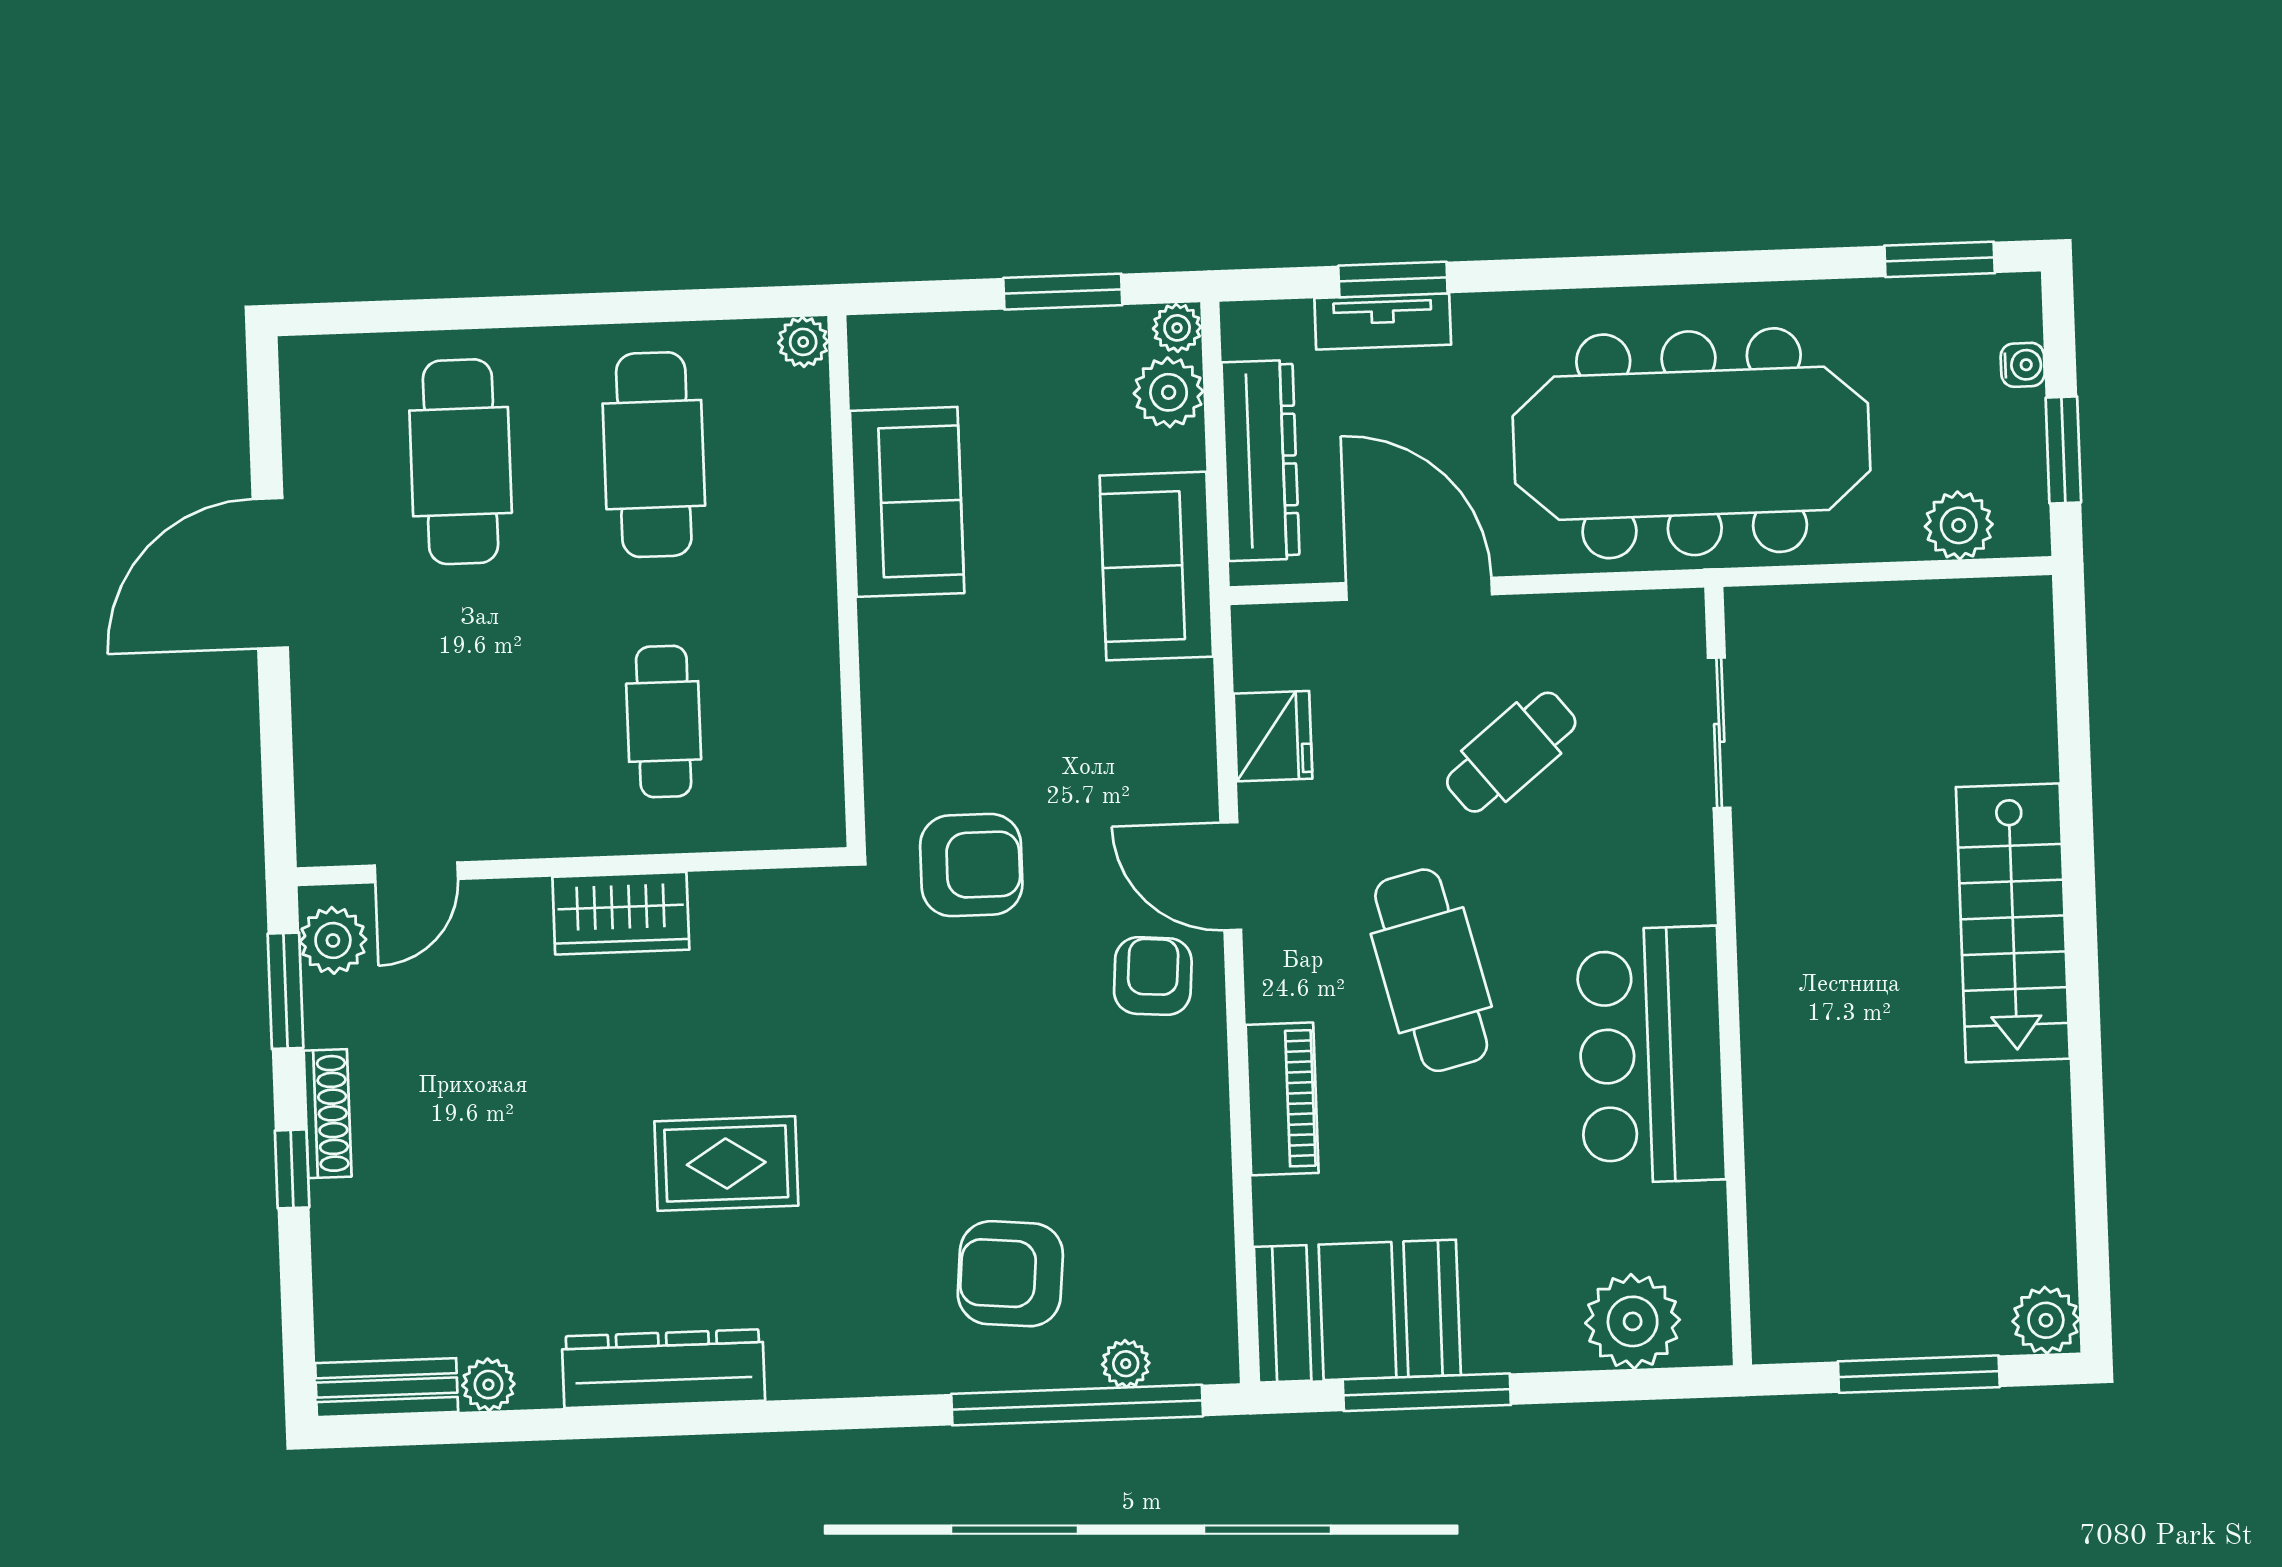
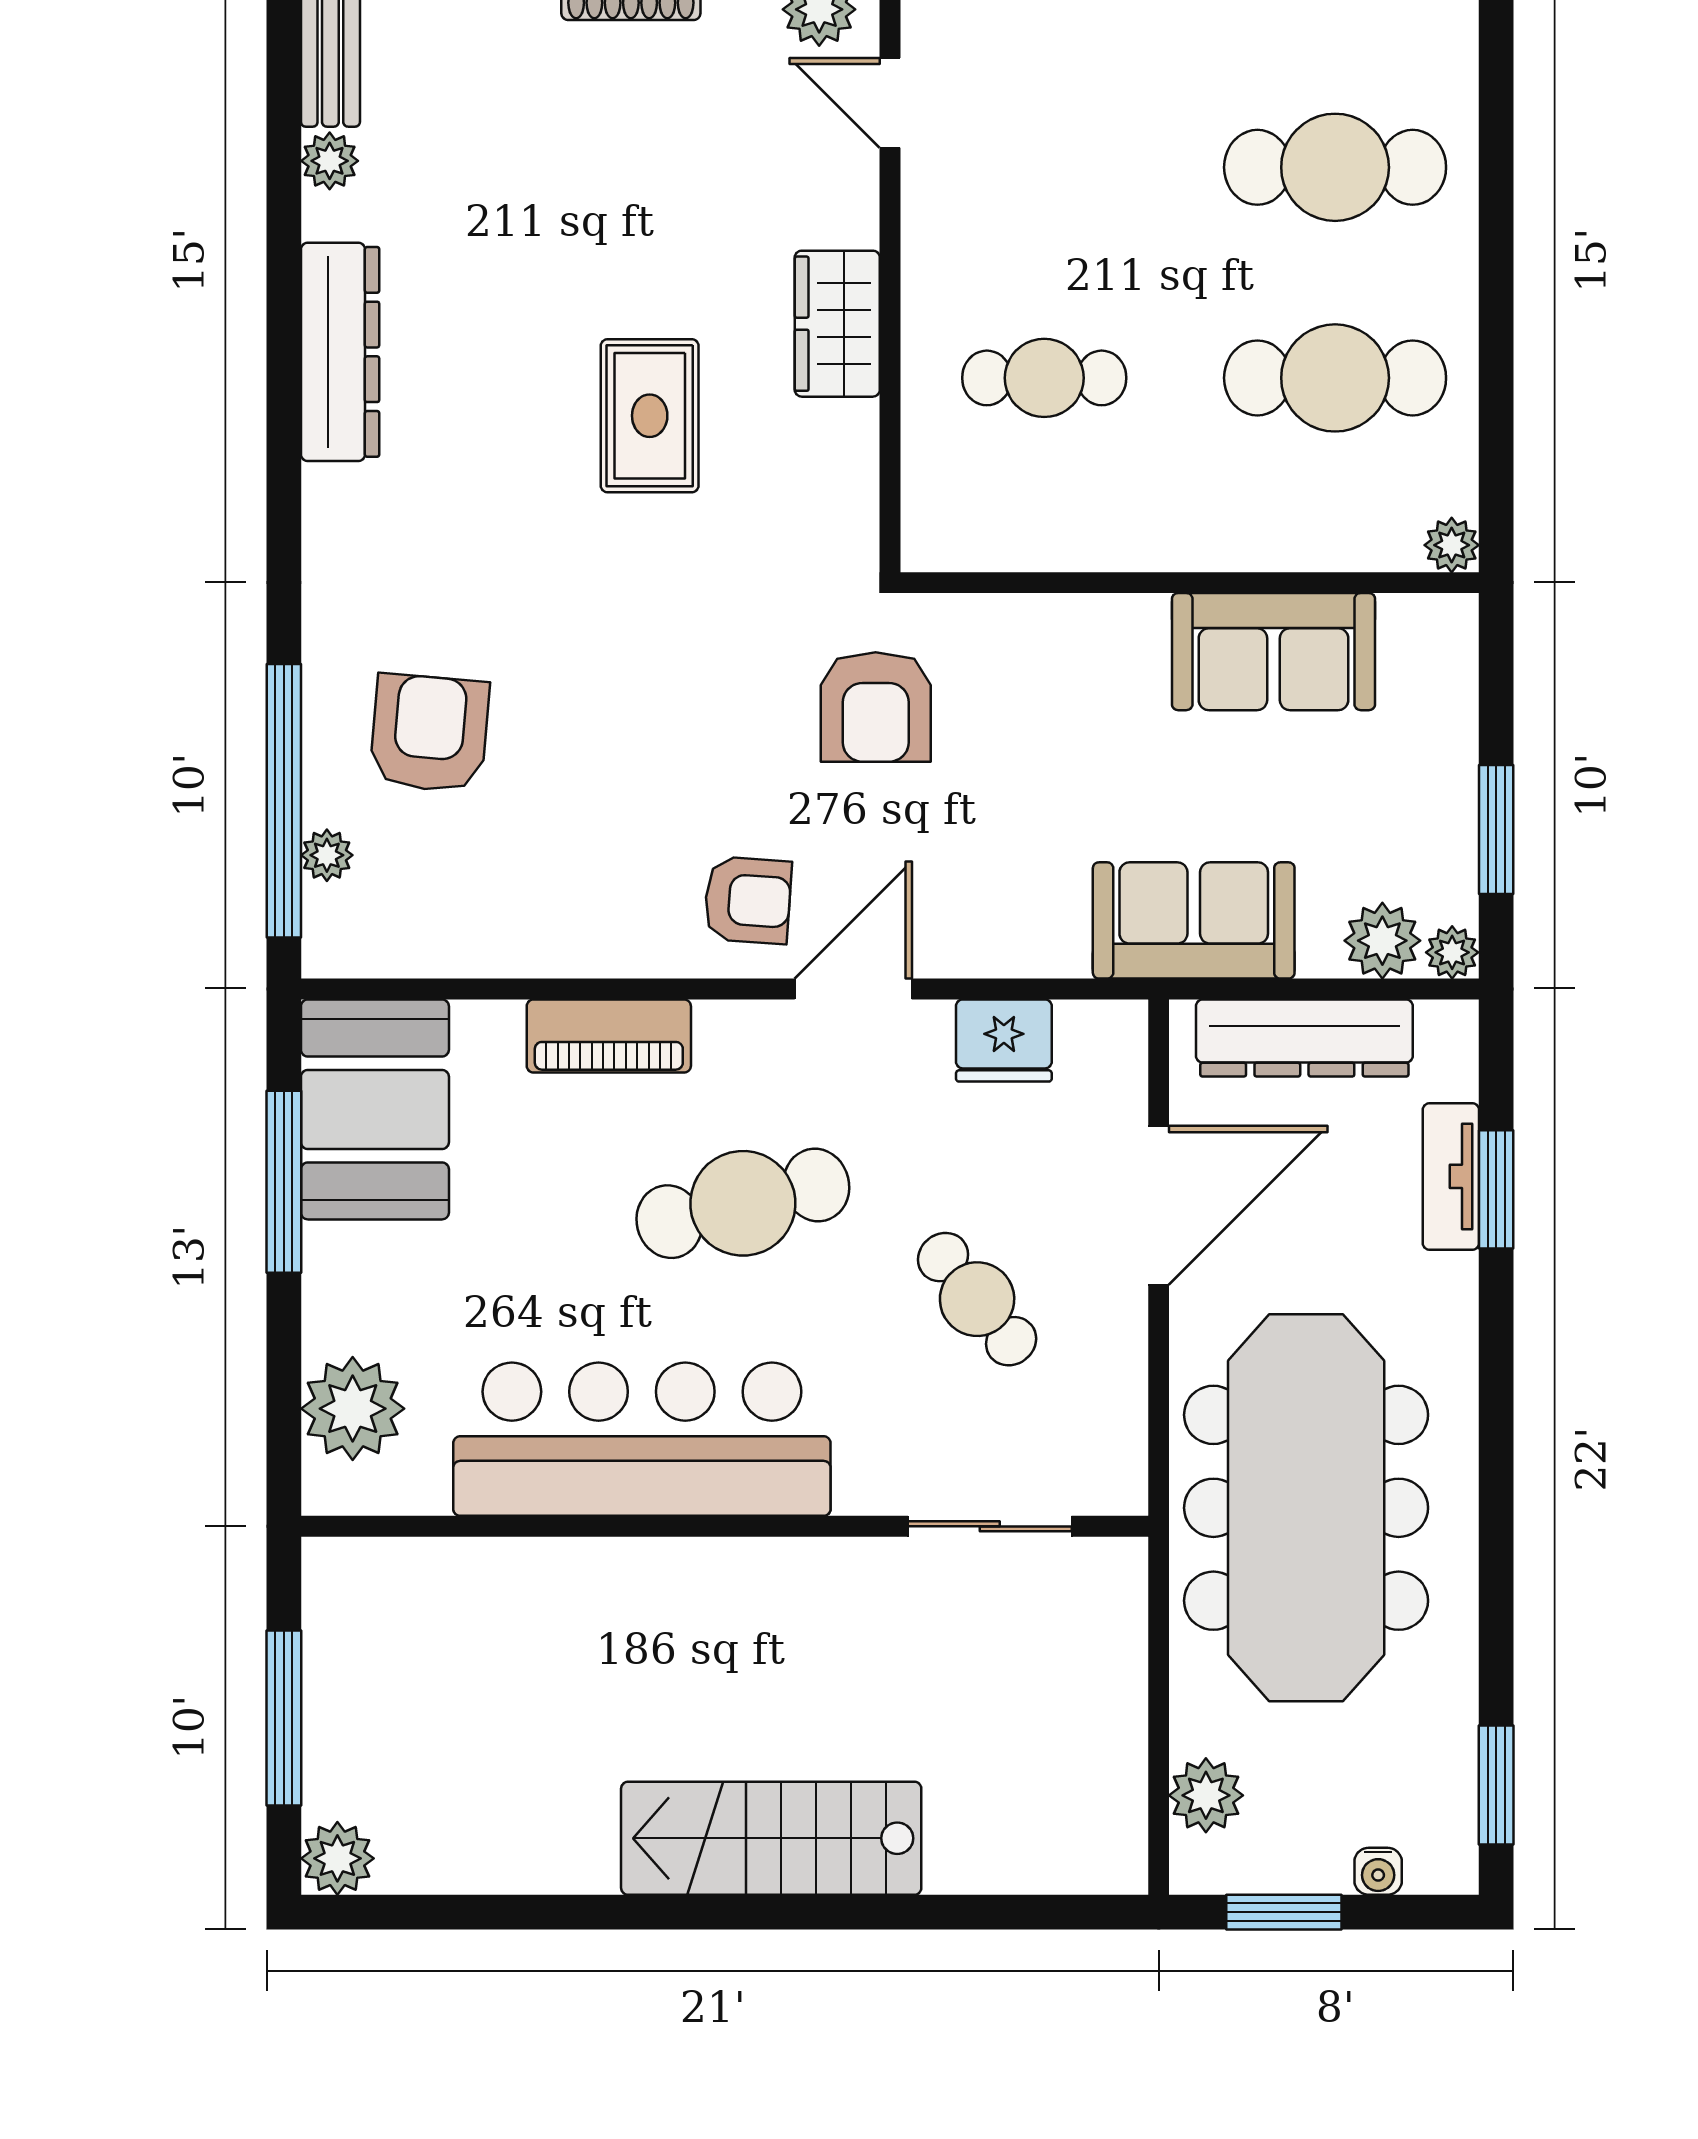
bar counter: (1651, 1055) -> (642, 1439), width x1.36
rug: (726, 1163) -> (650, 416), moved

